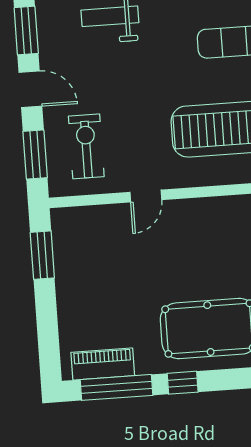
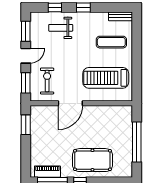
door: (30, 89) -> (26, 56), hinge flipped
door: (146, 196) -> (70, 103), width x1.87

